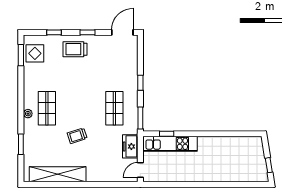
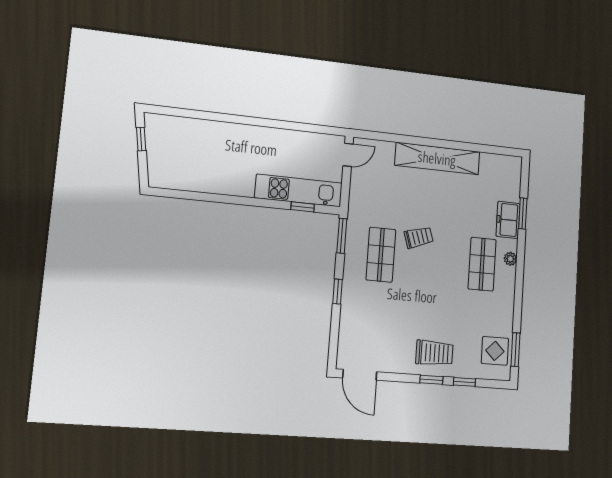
window: (88, 32) -> (431, 380), moved
door: (122, 32) -> (360, 375), hinge flipped
trolley: (77, 136) -> (419, 237), moved
freezer: (130, 146) -> (508, 220), moved, turned 180
shelving: (58, 174) -> (437, 158), moved

